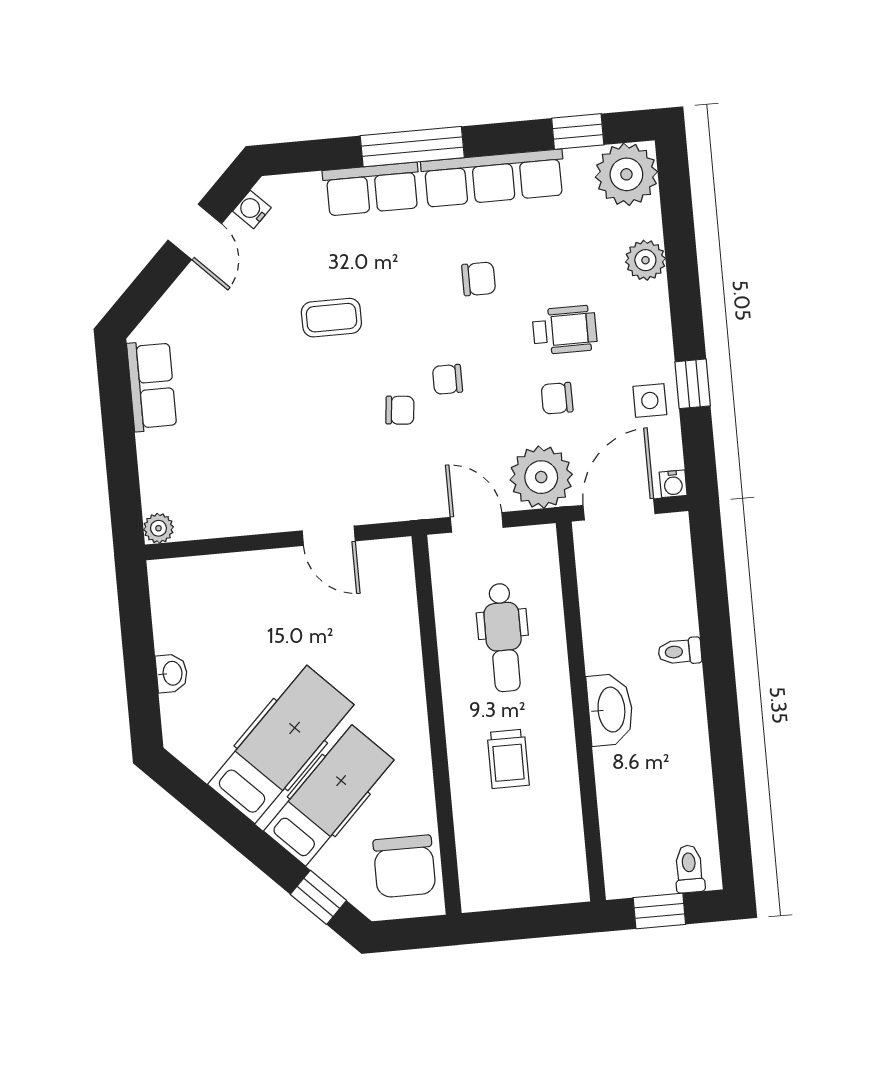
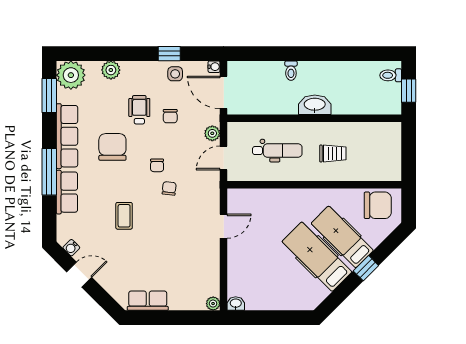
window: (578, 132) -> (49, 96), width x1.50
chair: (479, 279) -> (112, 147), width x1.87, depth x1.87
plant: (541, 477) -> (212, 133), width x0.53, depth x0.53
washbasin: (172, 673) -> (236, 304), moved
window: (318, 897) -> (366, 268), moved

